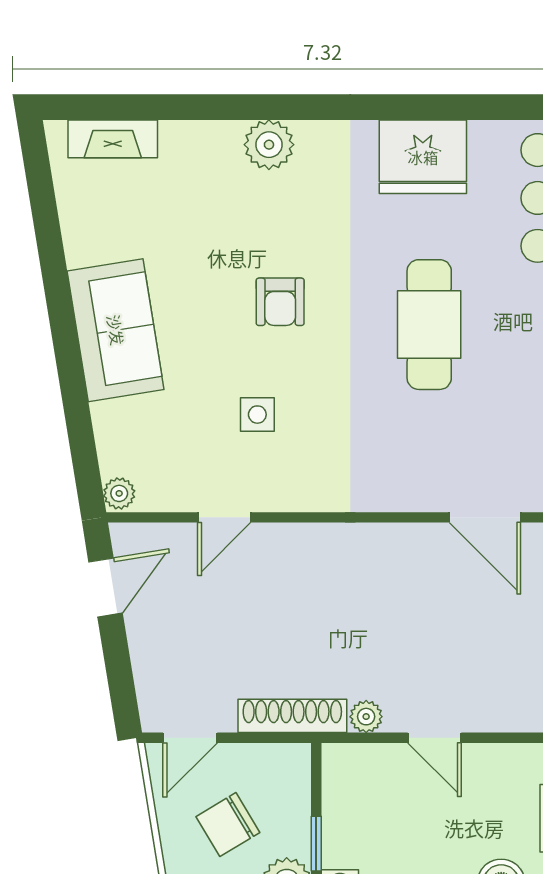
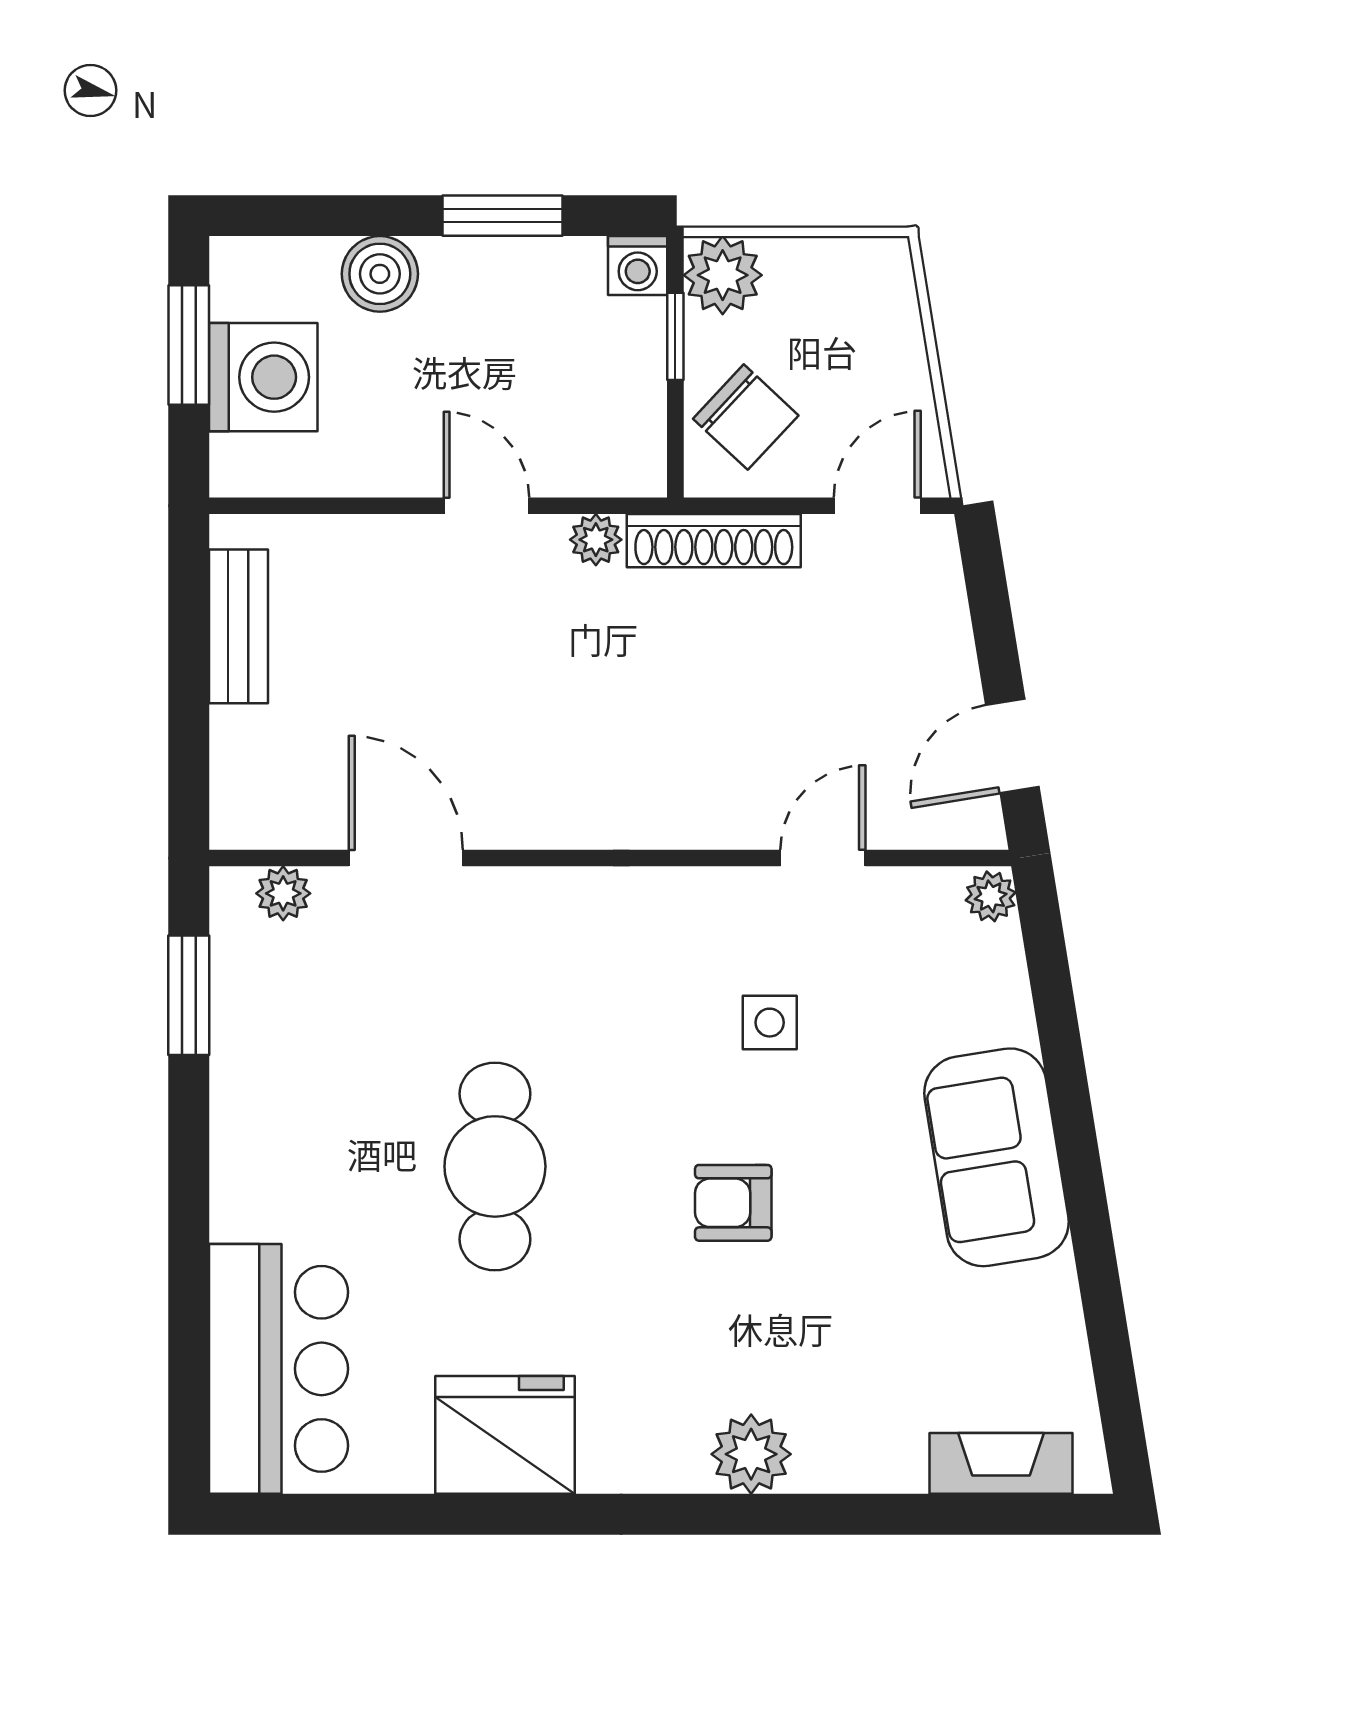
armchair: (280, 302) -> (733, 1203), turned -90
chair: (228, 825) -> (746, 417), moved, turned 74

